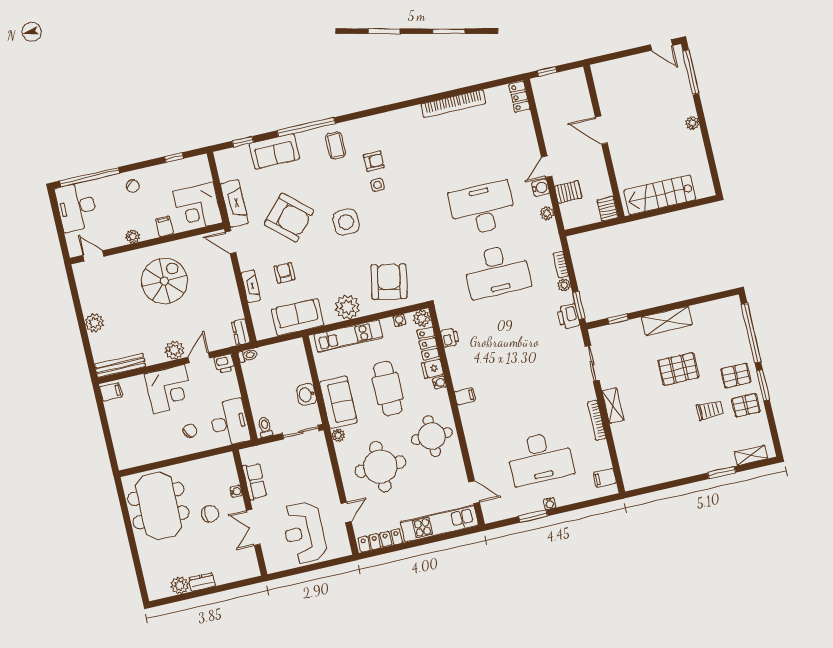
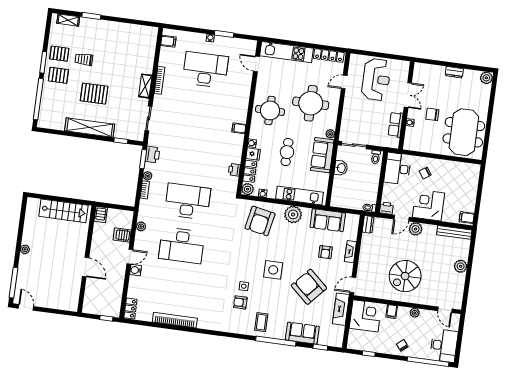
water cooler: (540, 188) -> (136, 270), moved
door: (231, 242) -> (353, 285), swing flipped
shelving: (667, 321) -> (90, 128), width x1.47
cafe table: (388, 389) -> (287, 152), width x0.73, depth x0.74
plant: (180, 585) -> (486, 78), moved

